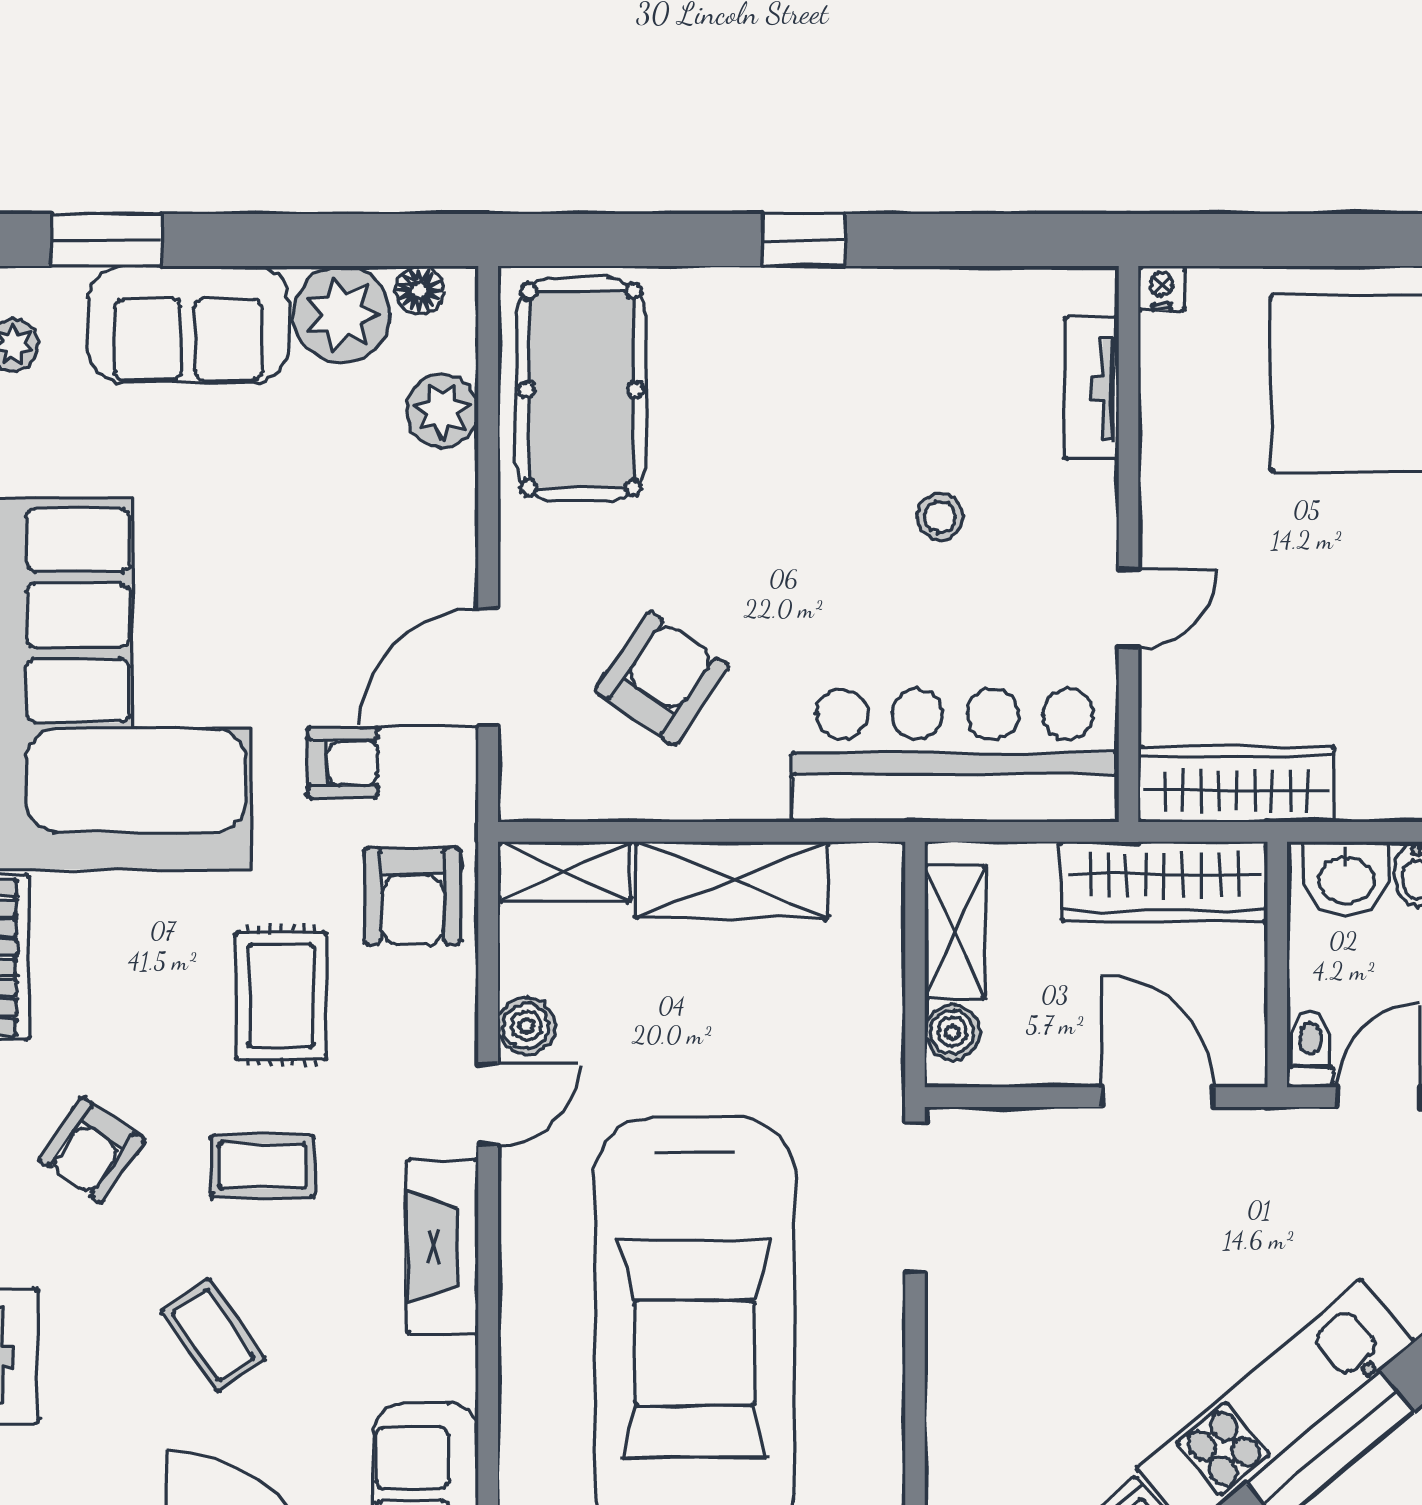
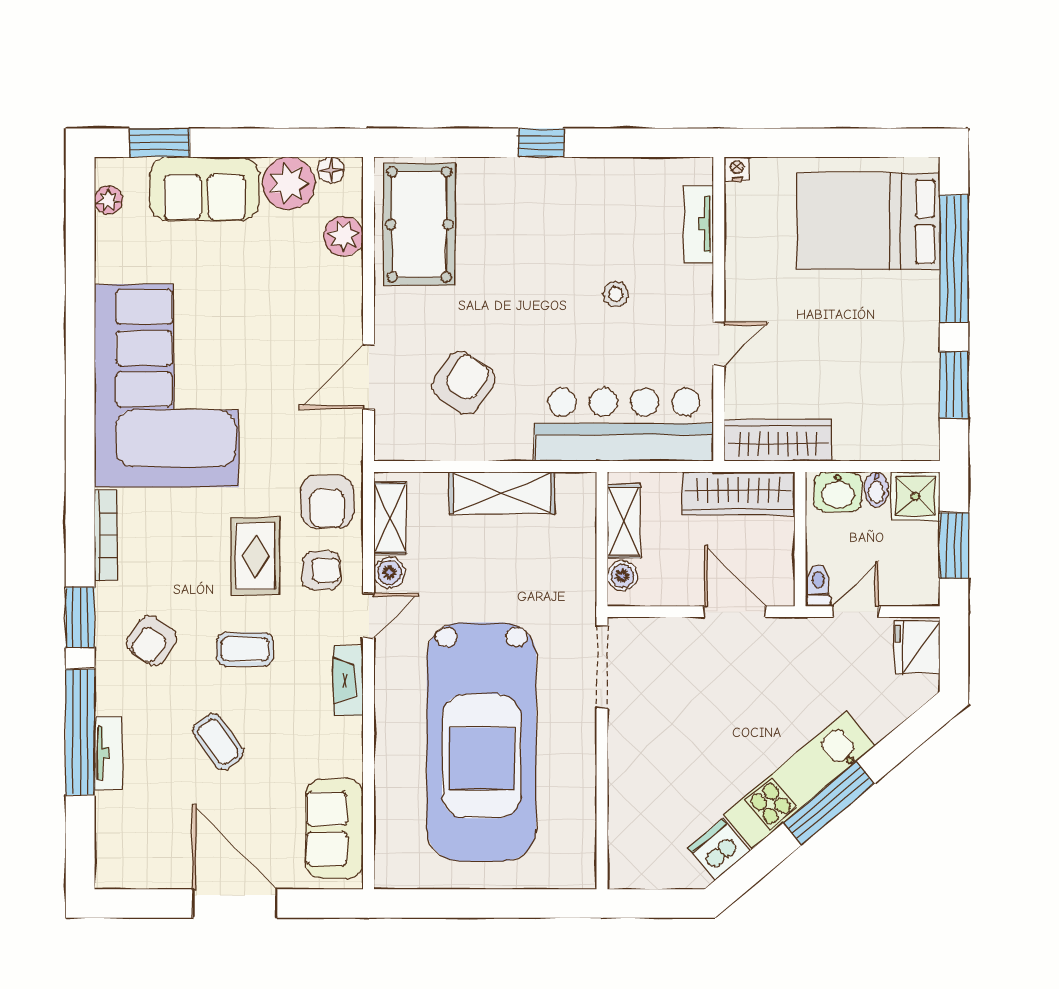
armchair: (343, 763) -> (321, 570), moved
shelving: (564, 871) -> (390, 518), moved, turned 90
fireplace: (443, 1247) -> (348, 681), width x0.73, depth x0.76

